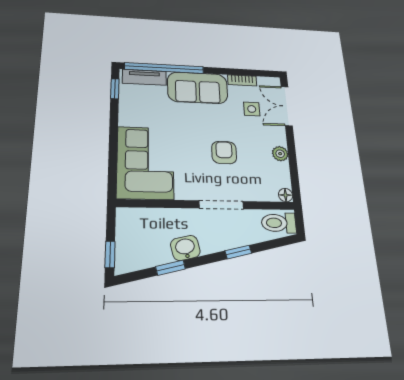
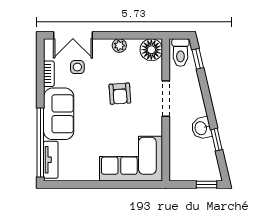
window: (115, 89) -> (64, 185), removed
armchair: (224, 153) -> (120, 94), turned -94
floor lamp: (286, 195) -> (151, 50), width x1.89, depth x1.89
window: (238, 252) -> (198, 59), moved

